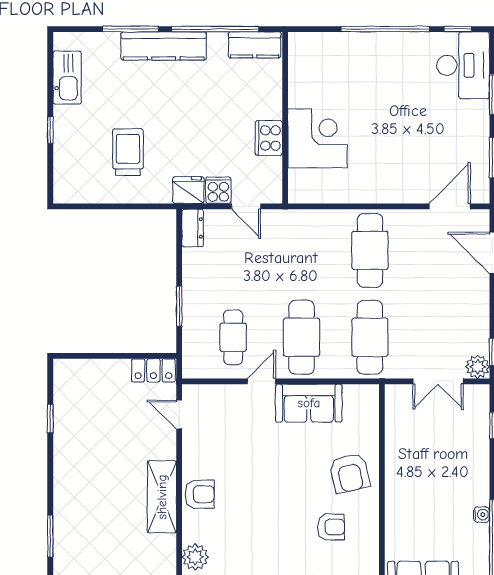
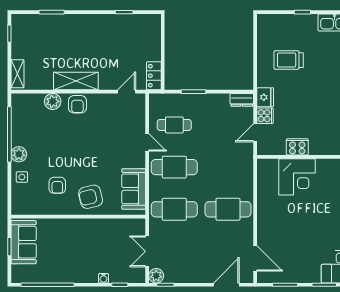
trolley: (128, 152) -> (289, 60), turned 180
sofa: (309, 403) -> (134, 189), moved
water cooler: (482, 515) -> (103, 278), moved
plant: (195, 557) -> (53, 101), moved

